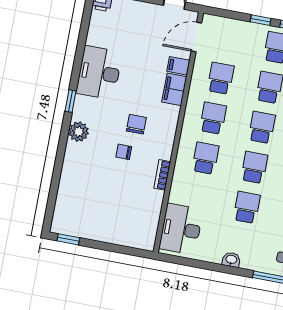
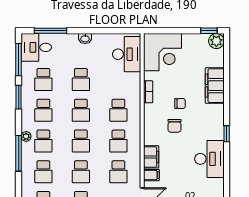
plant: (79, 132) -> (216, 41), moved
filing cabinet: (74, 167) -> (215, 86), added
corner desk: (134, 223) -> (163, 52), added

